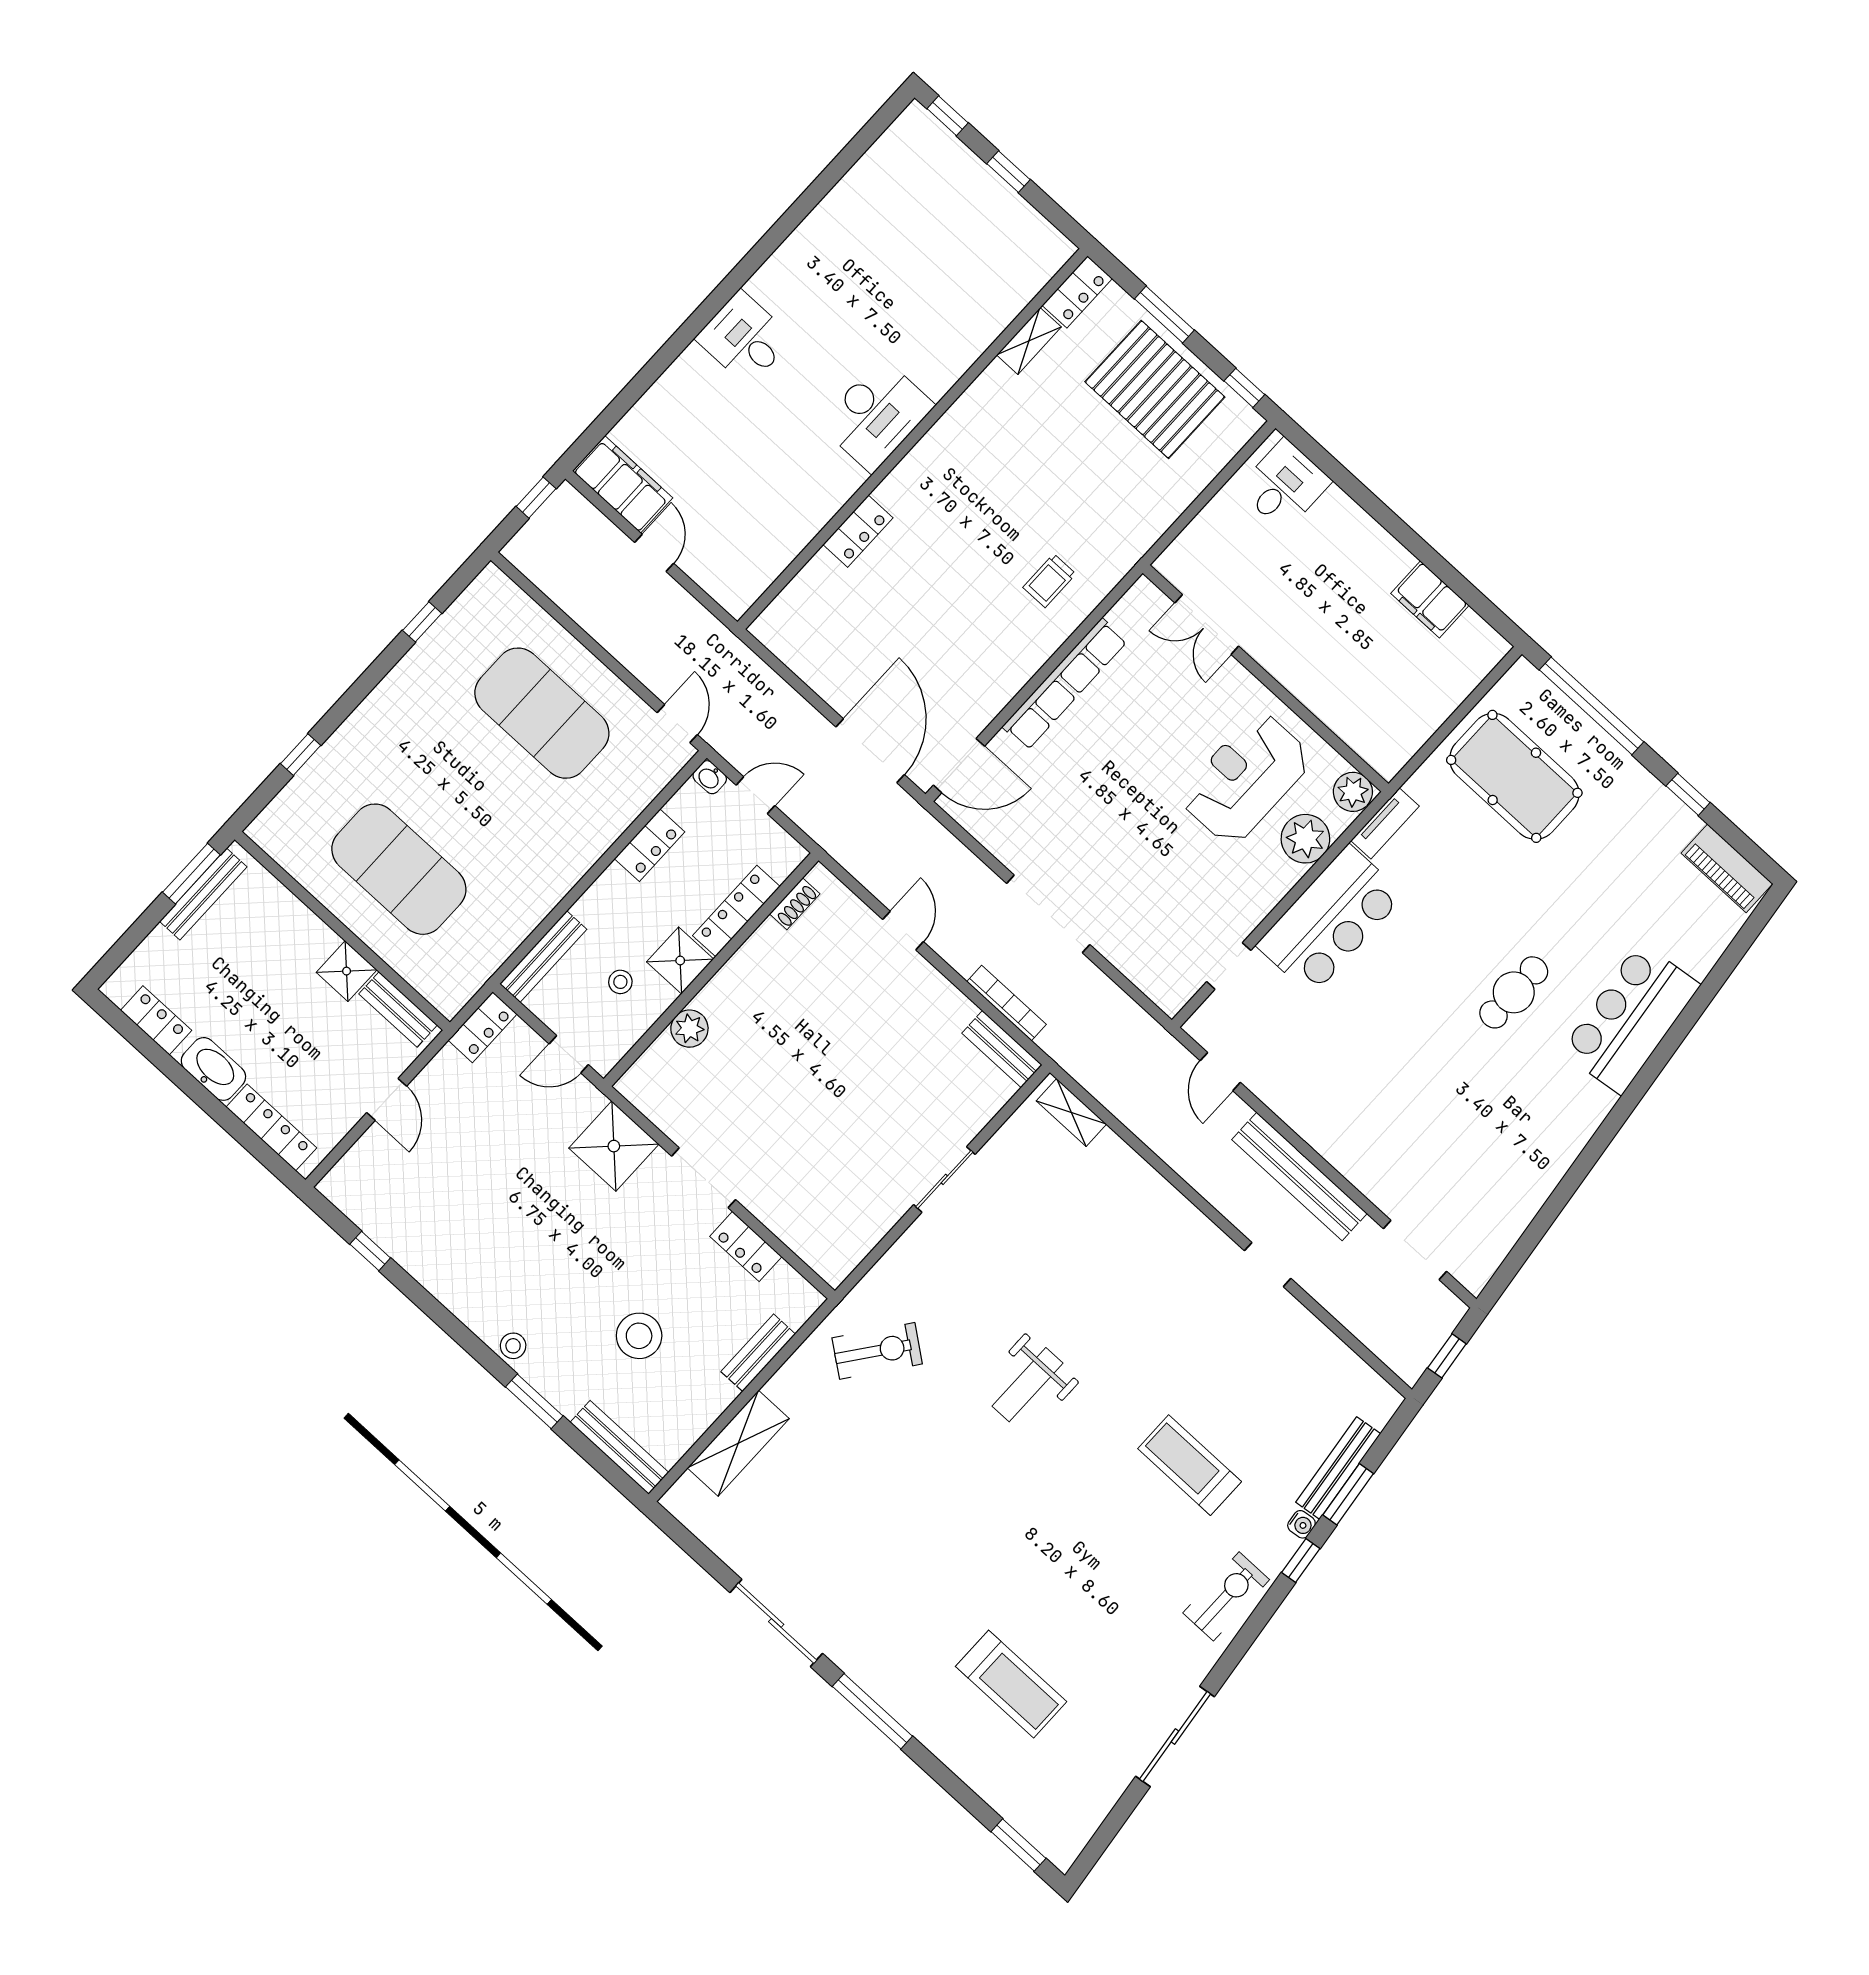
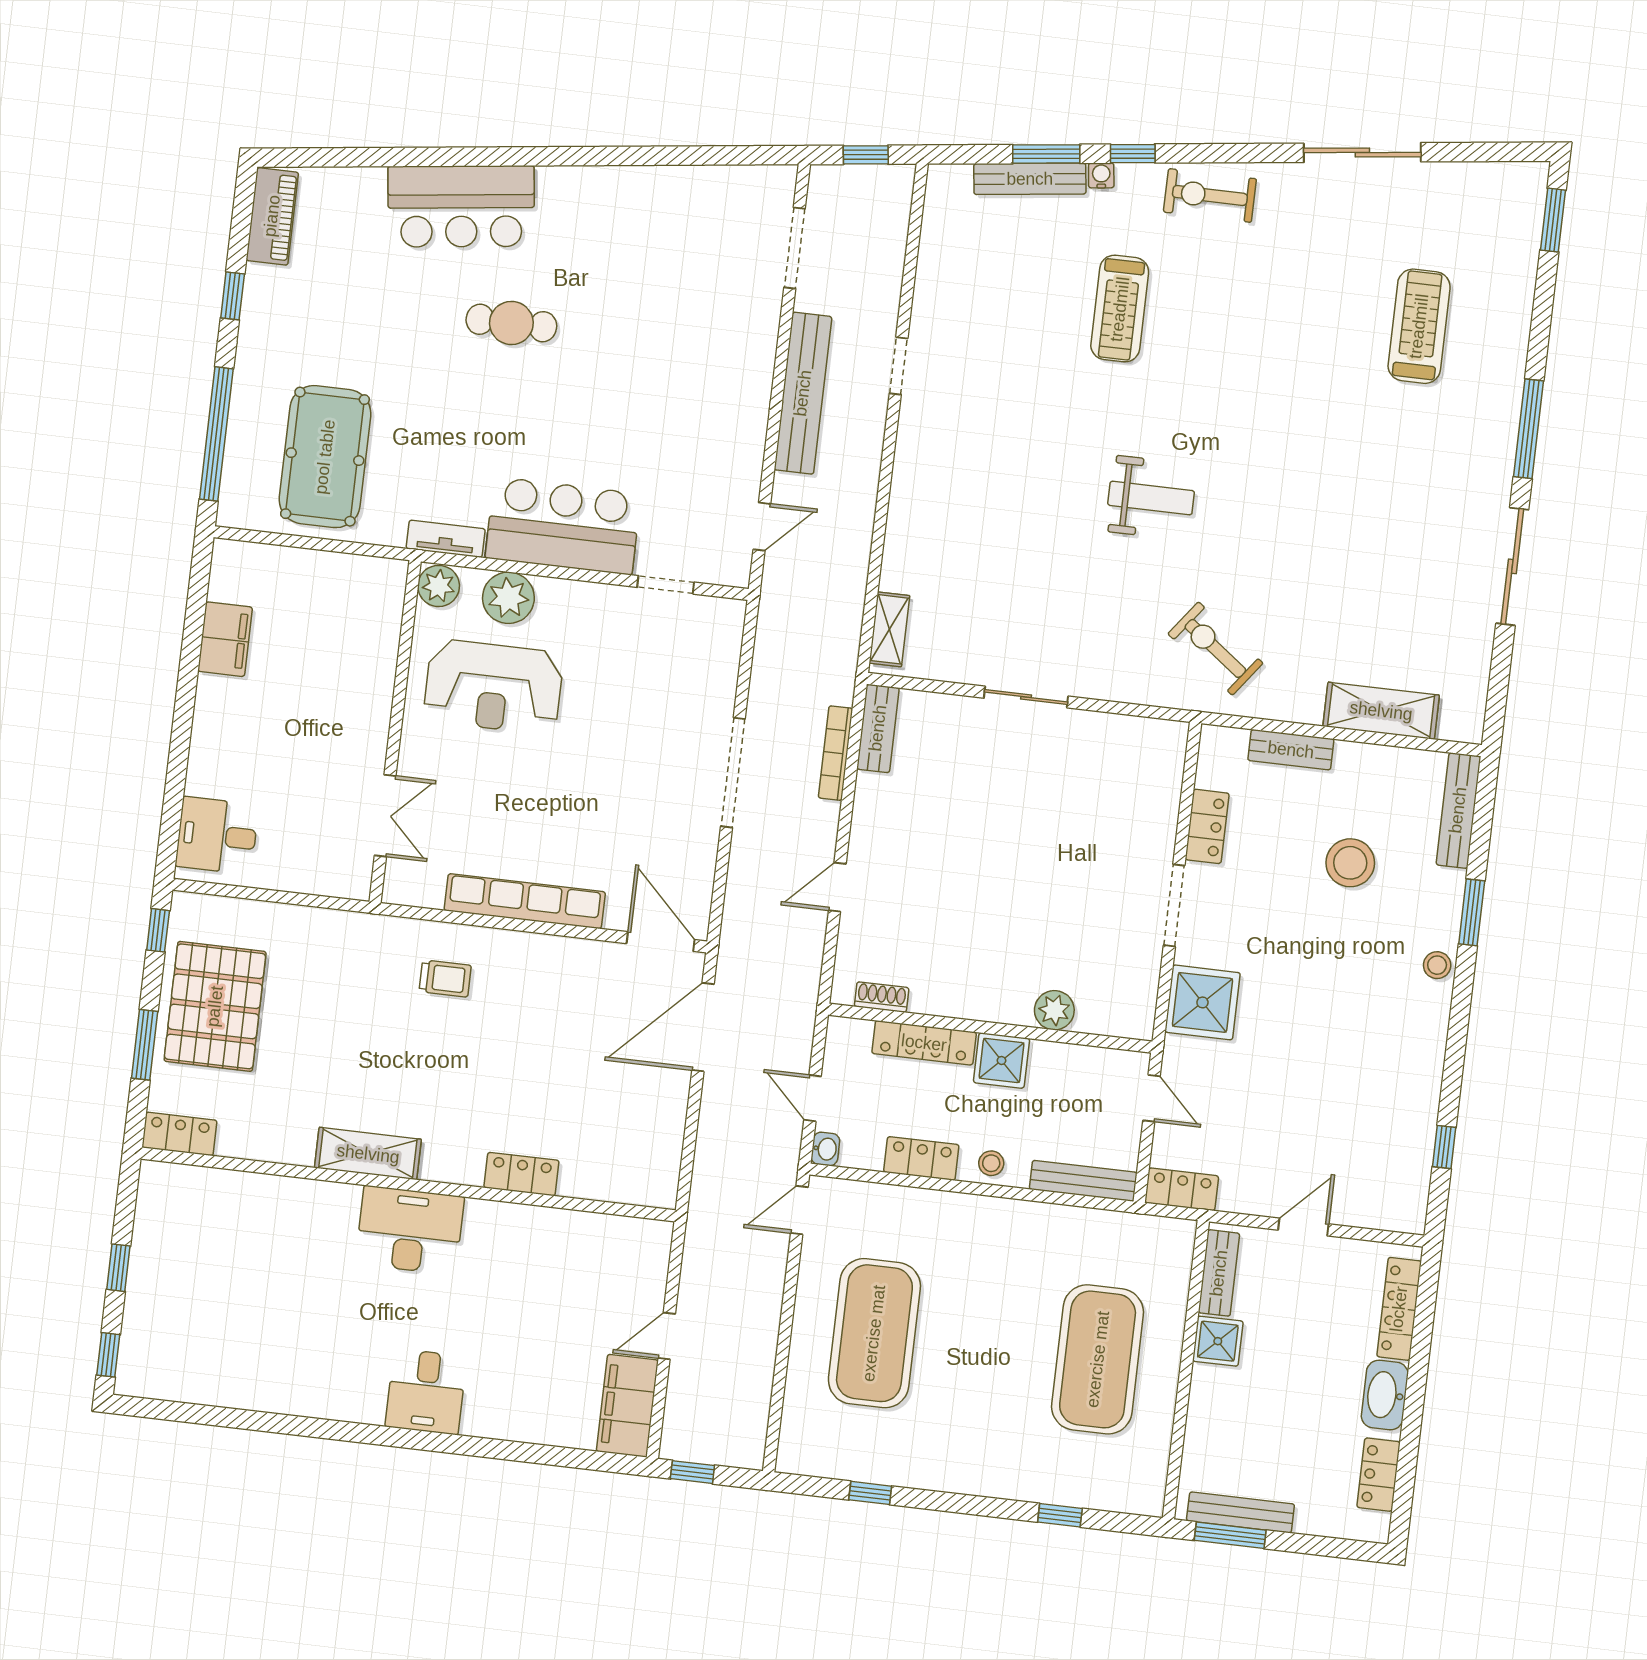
shelving: (1029, 341) -> (368, 1154), moved, width x1.50, depth x1.33
stool: (620, 982) -> (991, 1163), moved

